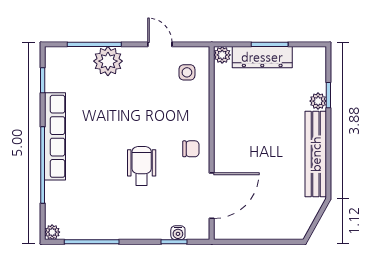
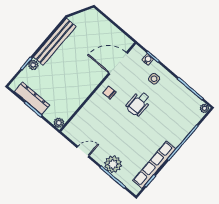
door: (160, 44) -> (83, 152), swing flipped
dresser: (262, 57) -> (32, 98), moved
side table: (187, 72) -> (154, 79), moved
row of seats: (55, 136) -> (154, 165), moved

